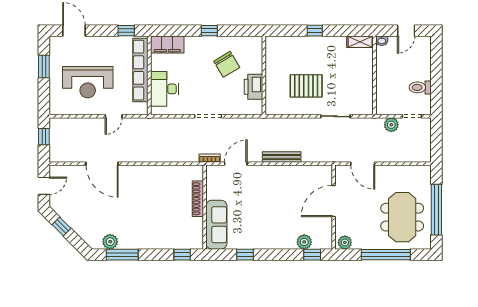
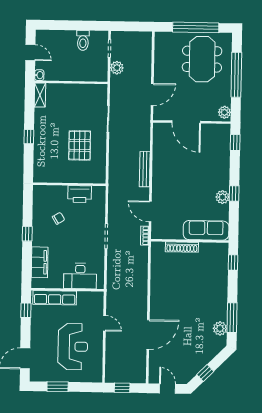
filing cabinet: (167, 45) -> (40, 262), moved
chair: (227, 64) -> (59, 218), width x0.54, depth x0.54
row of seats: (140, 70) -> (55, 298), width x0.73
meeting table: (402, 217) -> (202, 59), turned 90
plant: (304, 242) -> (222, 197), moved
window: (245, 255) -> (234, 193), moved

